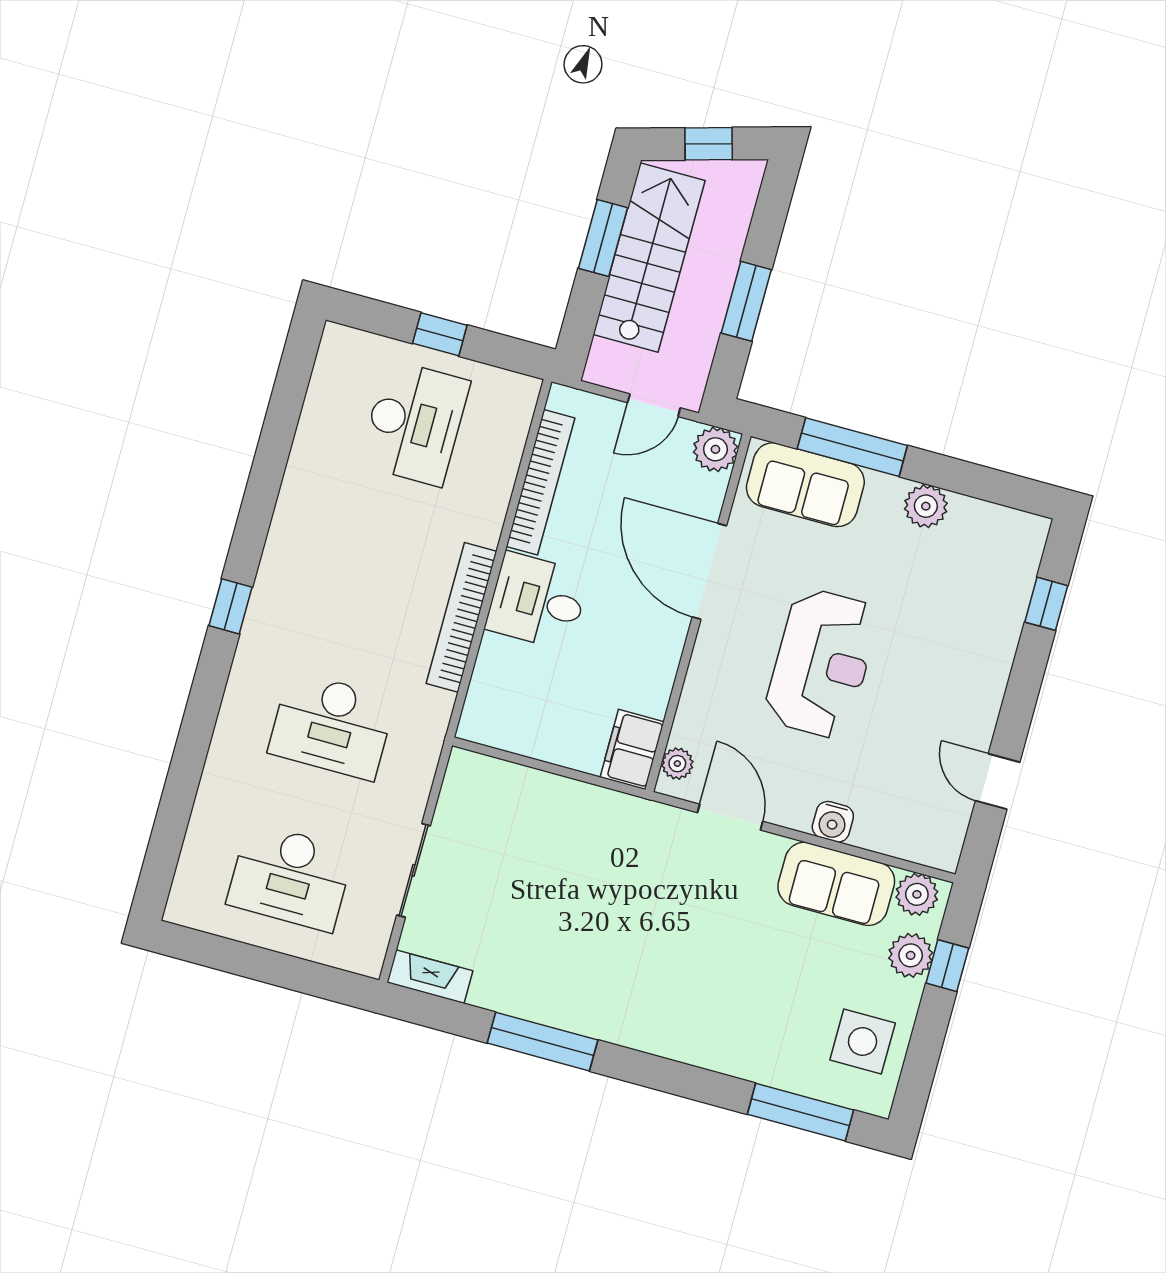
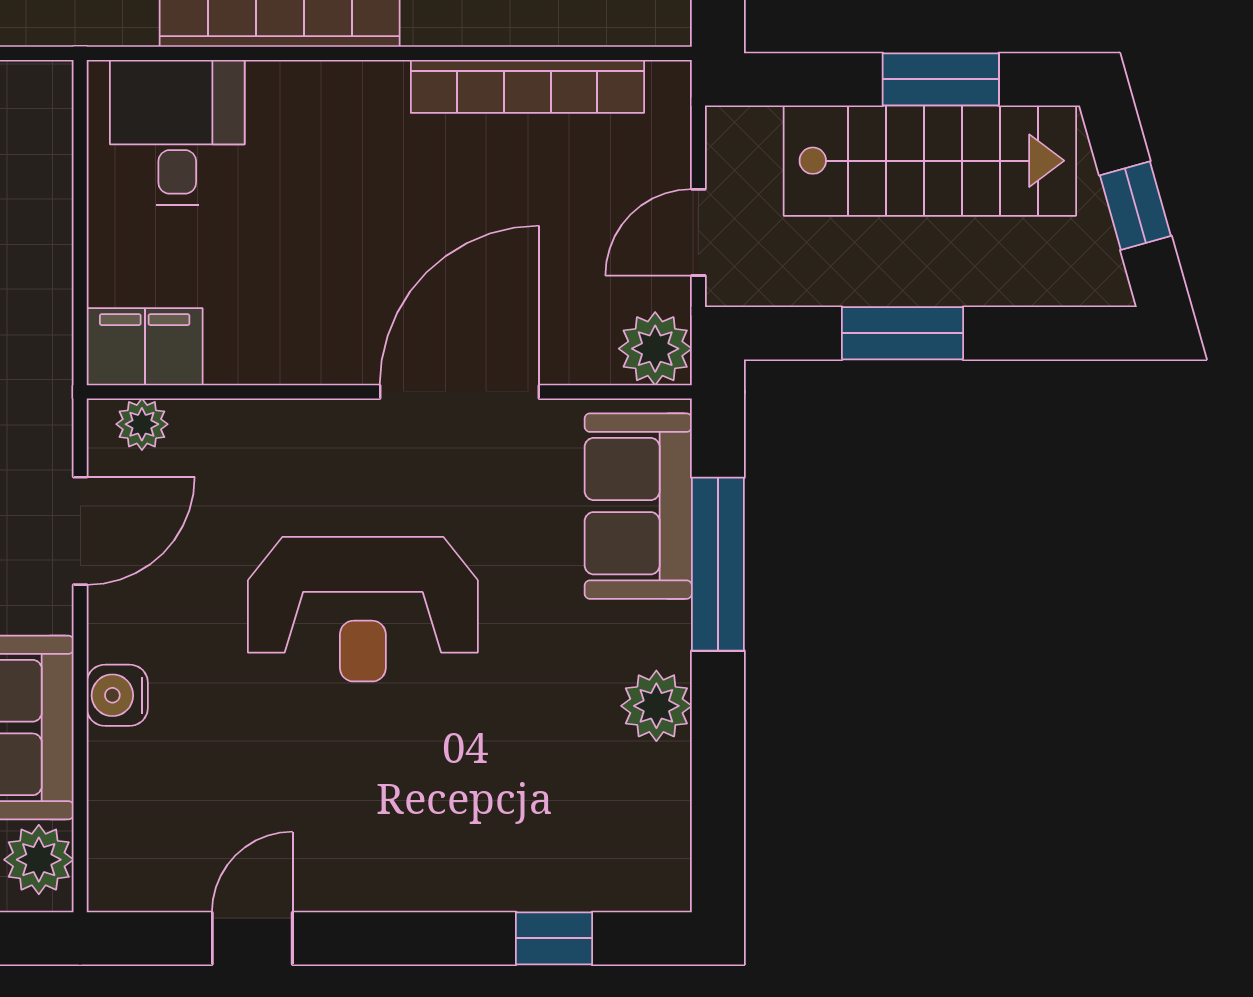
door: (654, 405) -> (698, 232), hinge flipped
desk: (537, 601) -> (177, 133), moved

